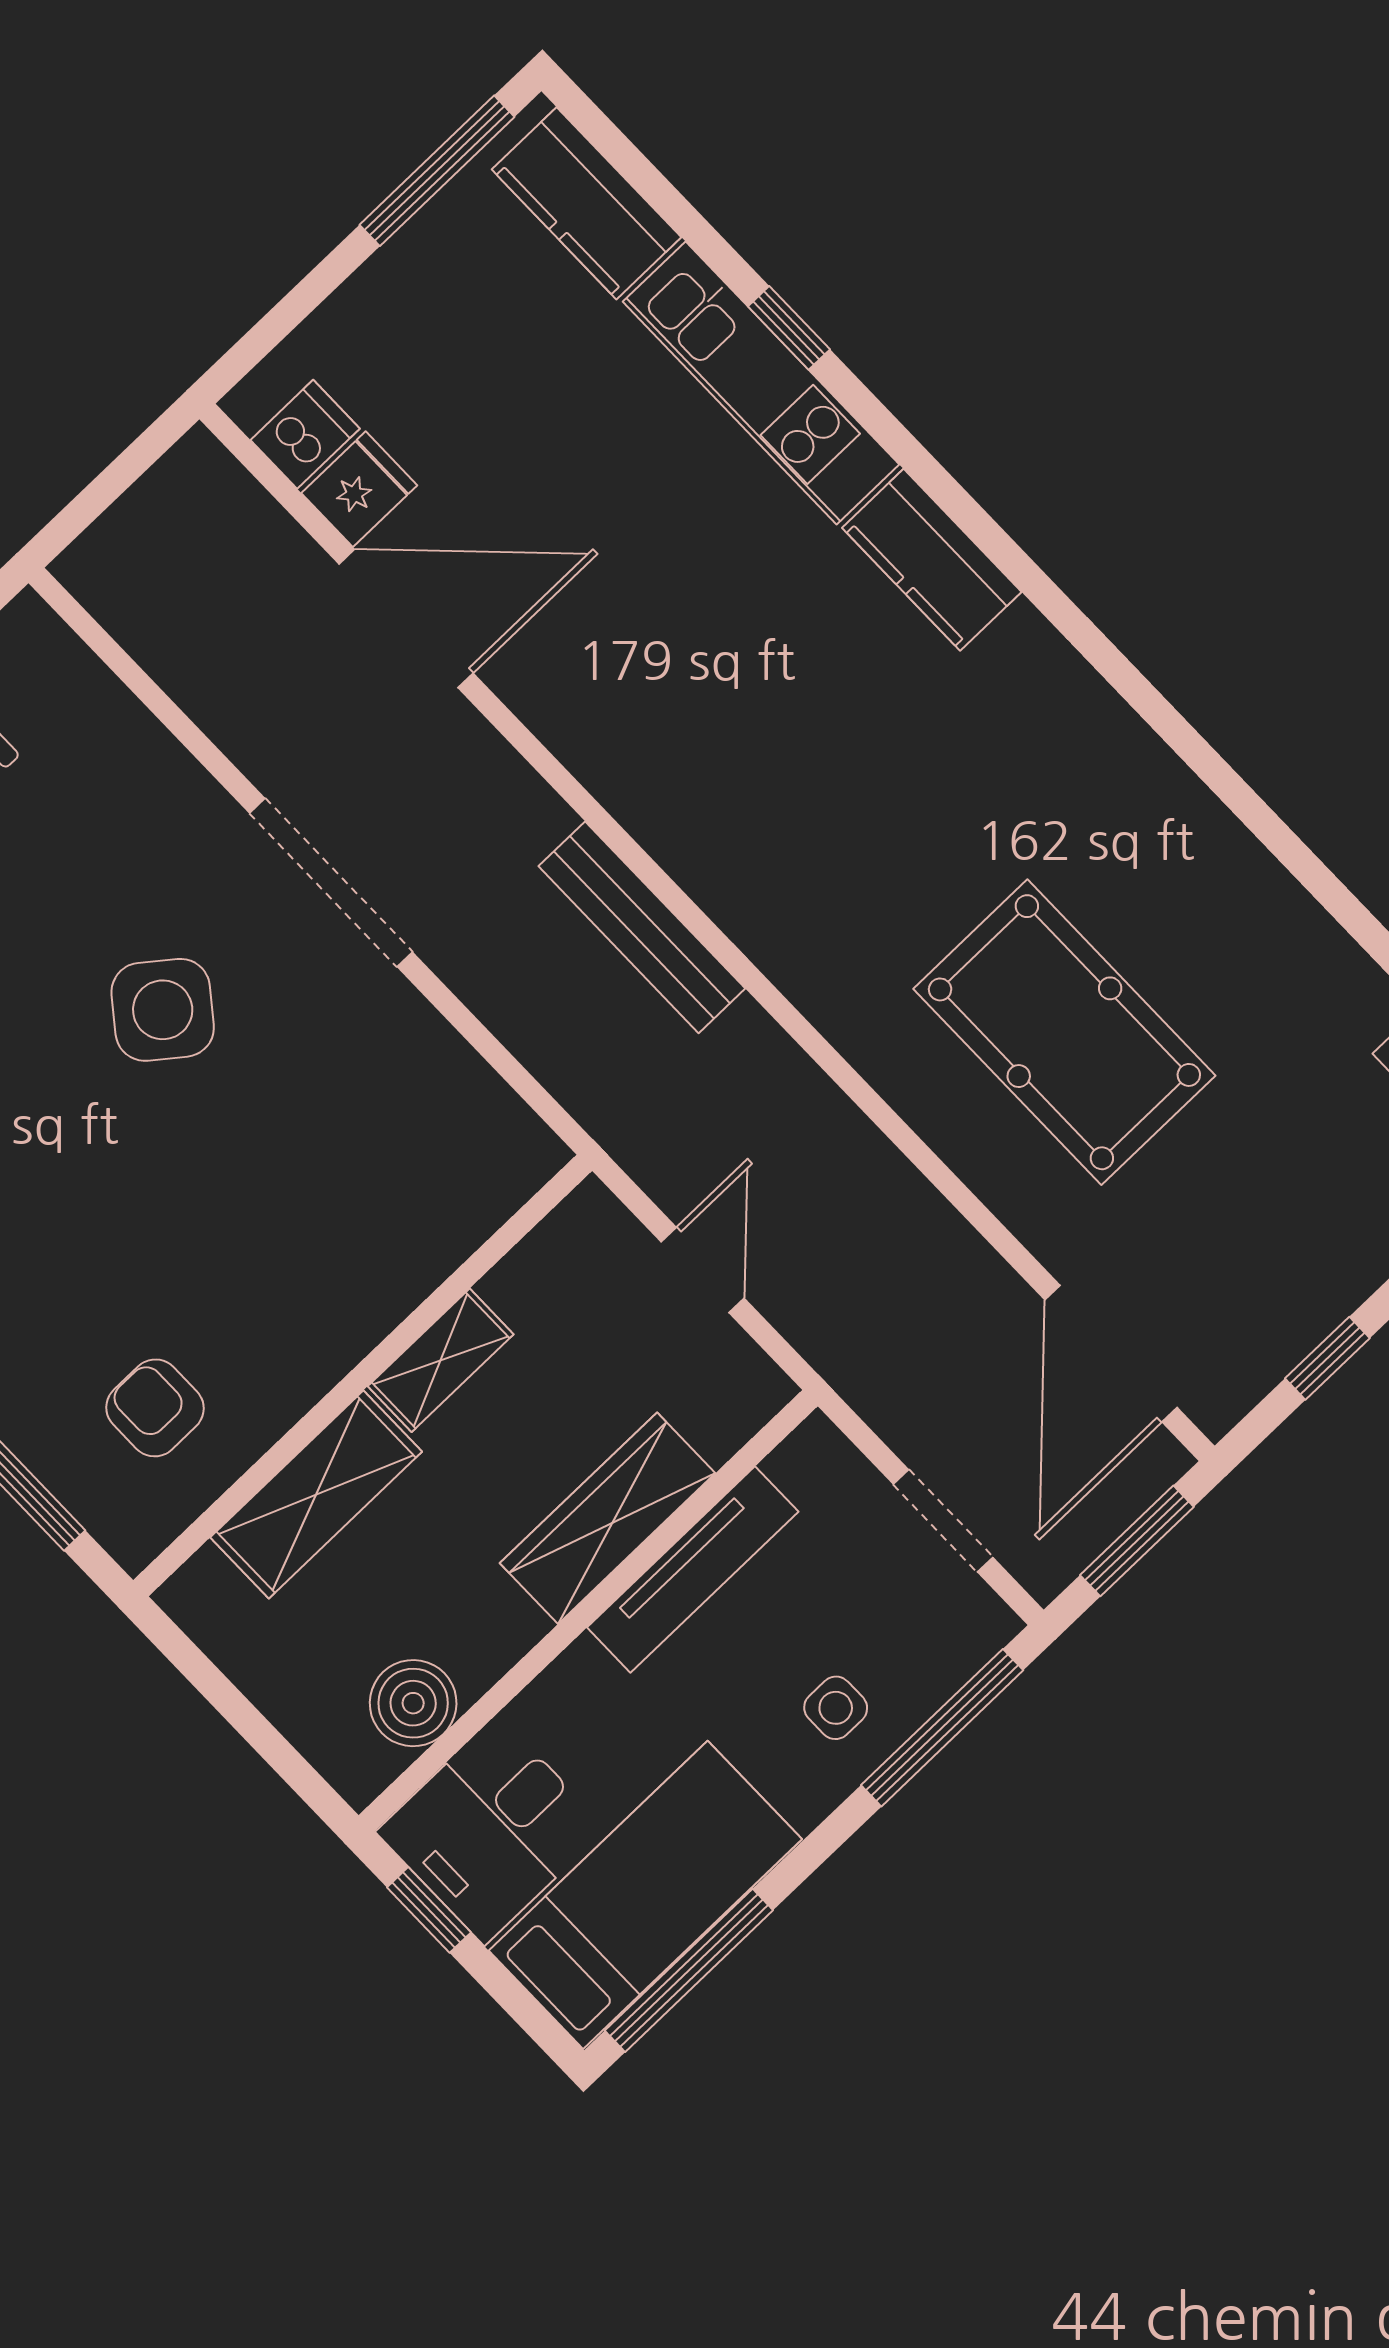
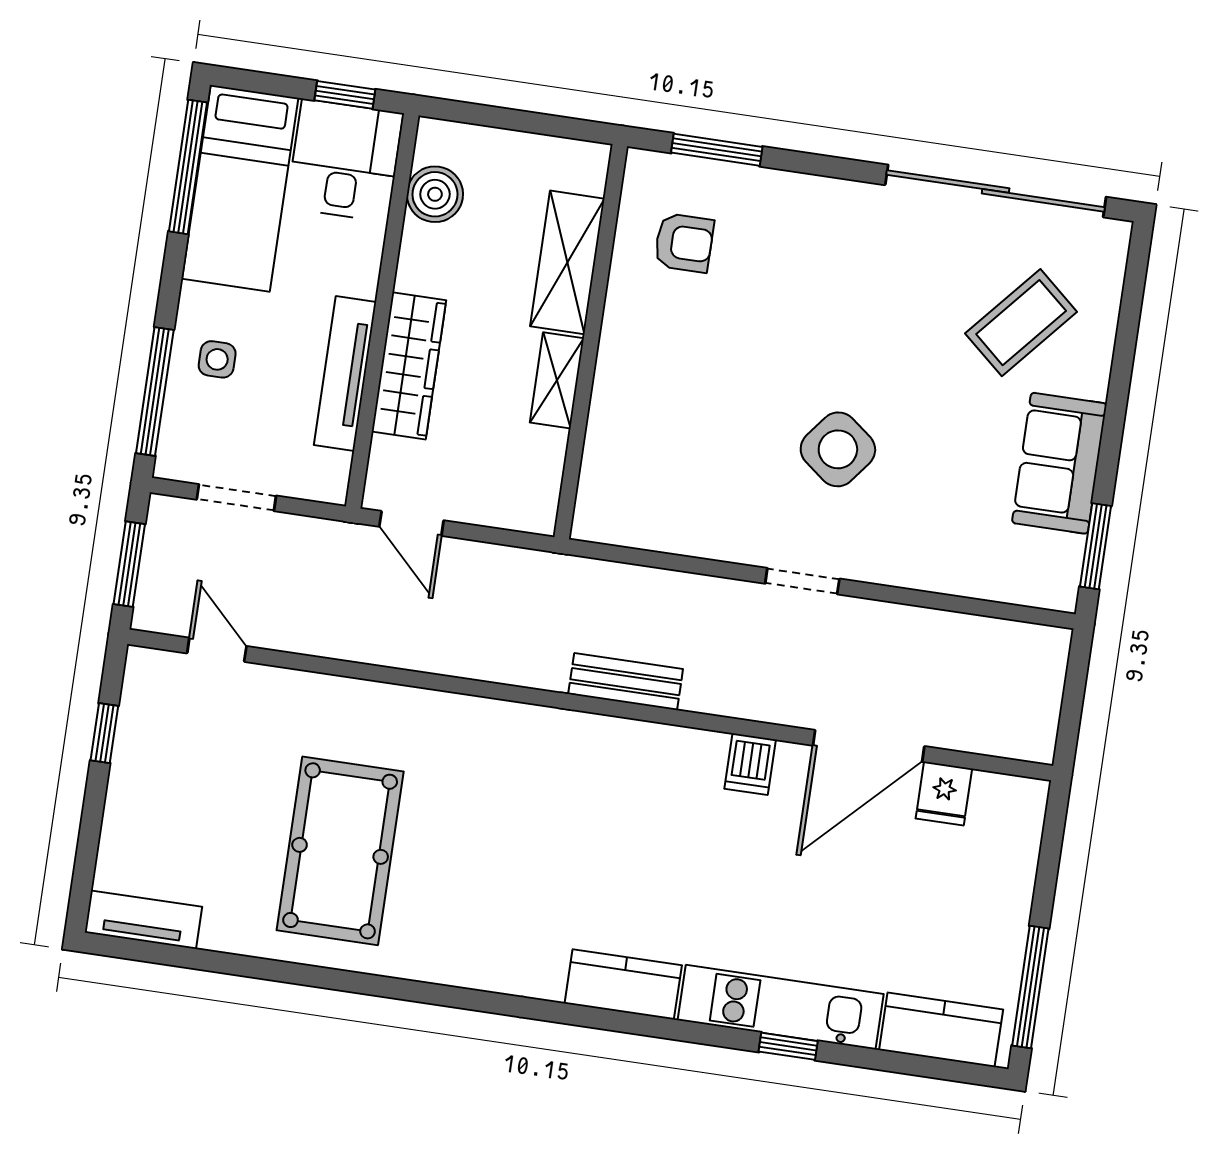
dishwasher: (305, 434) -> (750, 764), moved
doorway: (331, 883) -> (802, 581), width x0.53
bench: (642, 927) -> (626, 682), width x0.73
pool table: (1064, 1032) -> (340, 851), moved, turned 90
door: (703, 1270) -> (411, 523), moved
door: (1111, 1354) -> (217, 650), width x0.53

